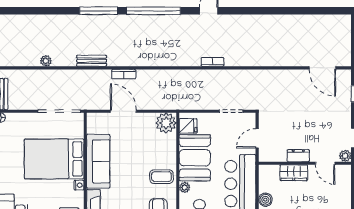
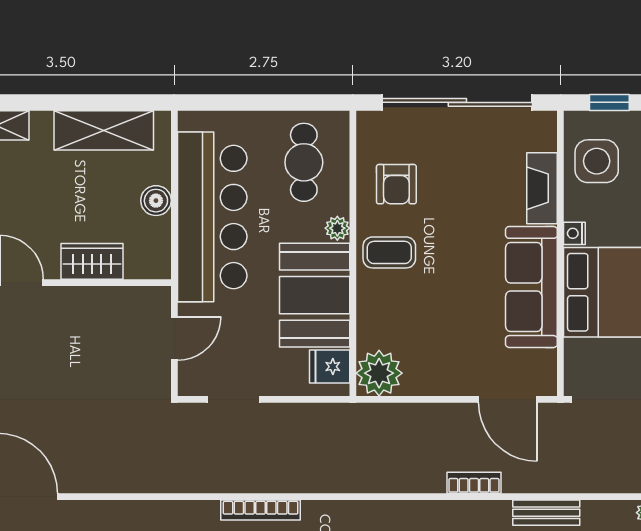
bookcase: (212, 62) -> (261, 510), width x1.56
door: (123, 111) -> (508, 399), moved
dresser: (298, 156) -> (82, 300), removed

